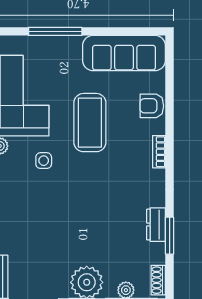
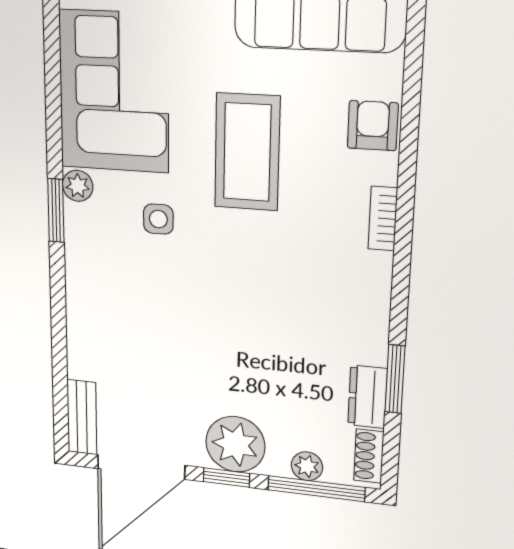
armchair: (152, 106) -> (373, 126), turned 90
dresser: (156, 225) -> (368, 397), moved

